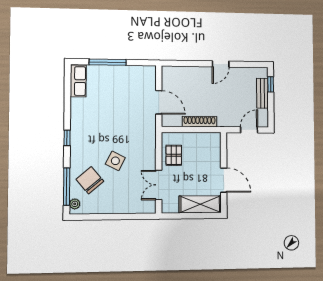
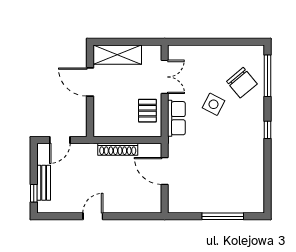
row of seats: (78, 81) -> (176, 118), moved, turned 180
plant: (75, 204) -> (258, 56), removed

